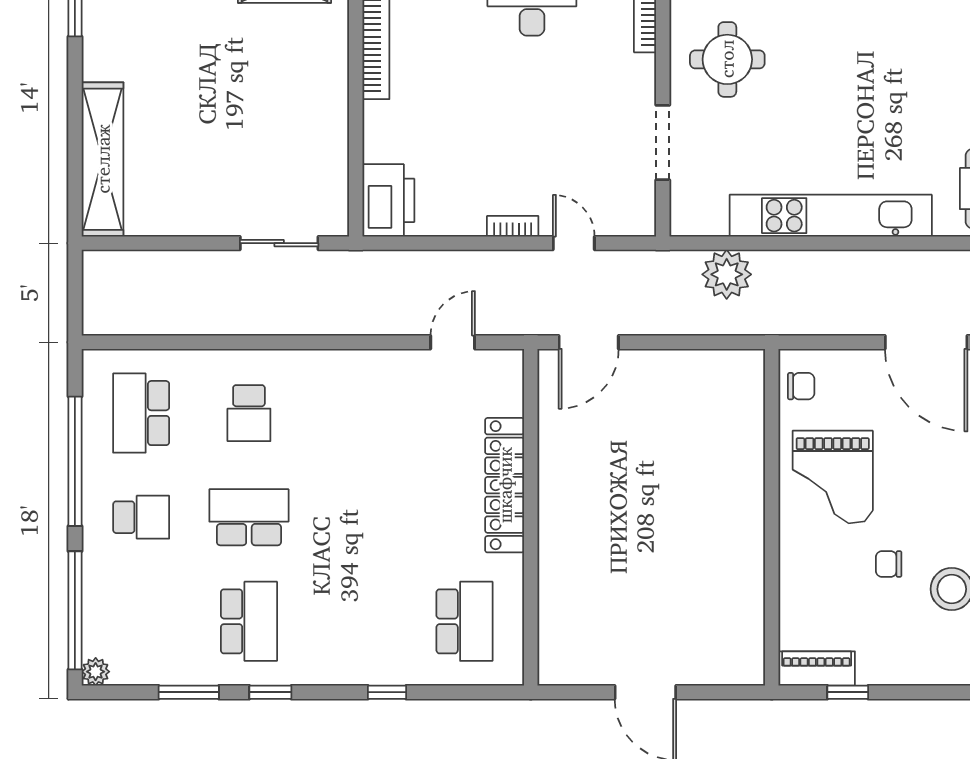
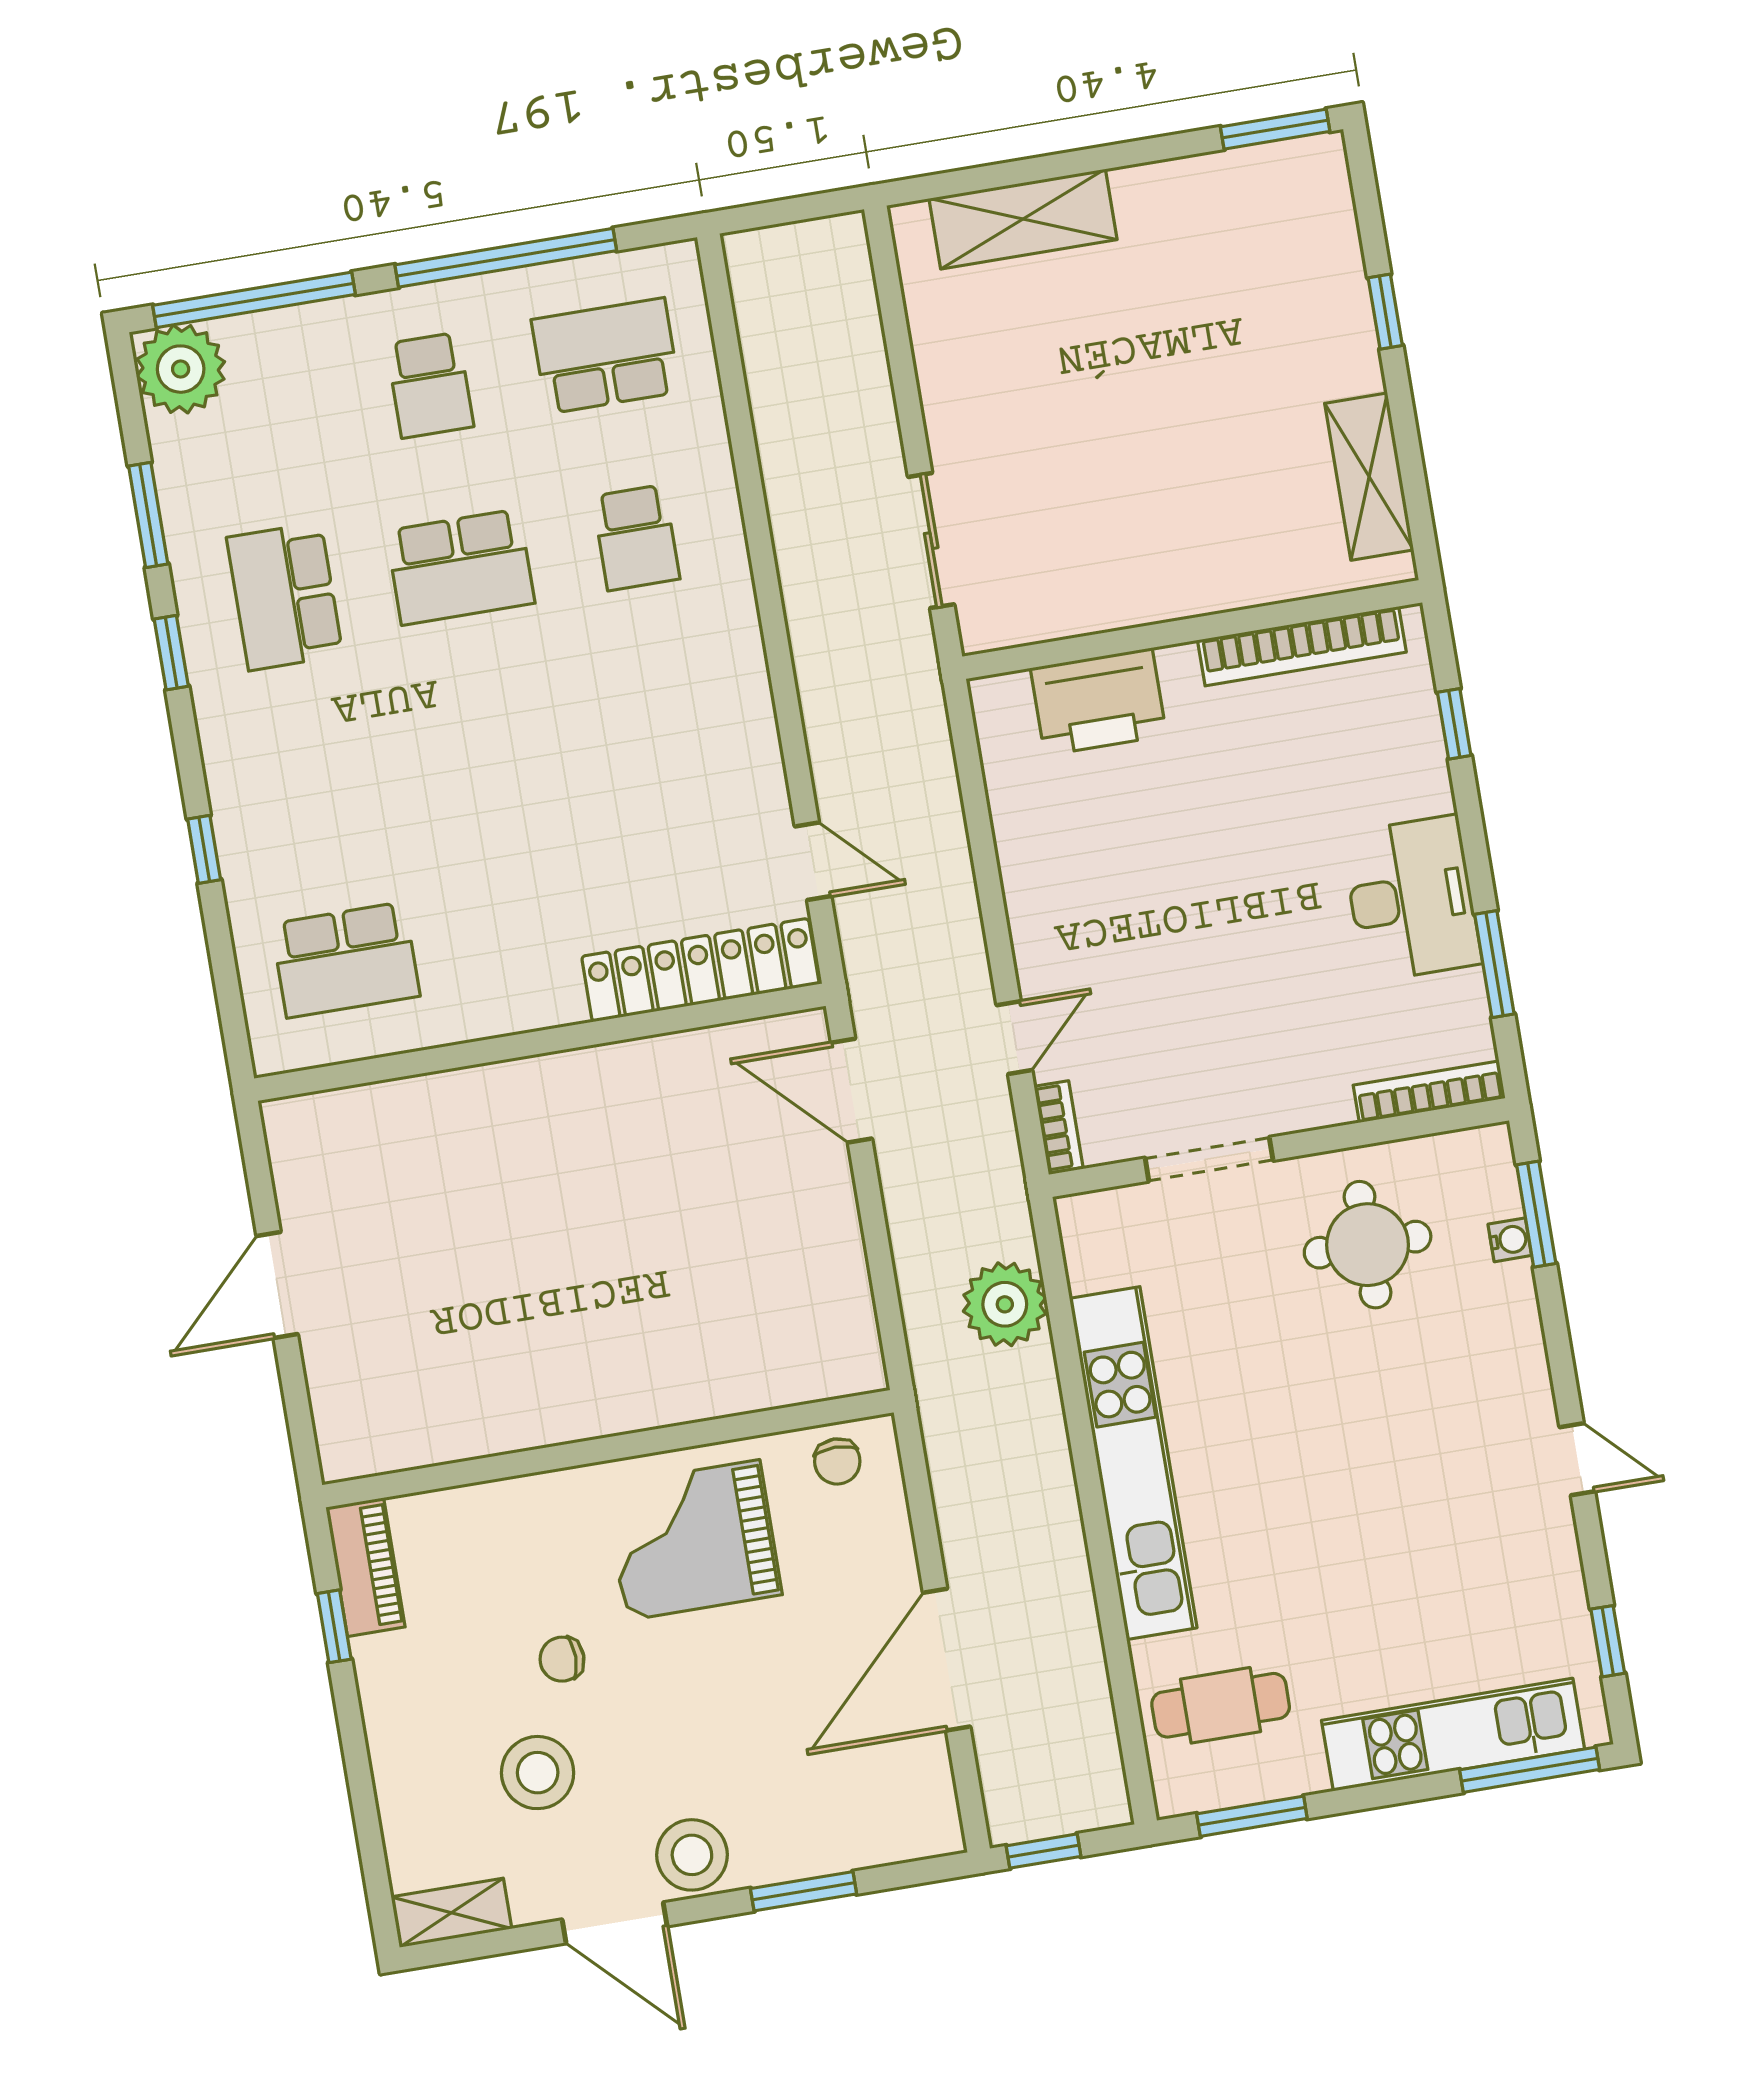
shelving: (103, 159) -> (1023, 219), width x0.68
printer: (388, 200) -> (1098, 702), moved
bookcase: (513, 226) -> (1059, 1127), moved
school desk: (249, 413) -> (636, 538), turned -90
locker: (505, 485) -> (700, 970), moved
school desk: (249, 517) -> (460, 567), turned 90
chair: (889, 564) -> (562, 1659), turned -90
school desk: (249, 621) -> (285, 596), turned 90
plant: (96, 672) -> (181, 369), width x1.88, depth x1.88

